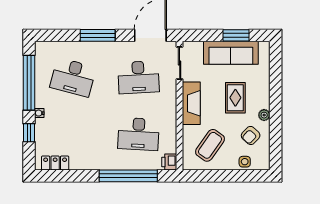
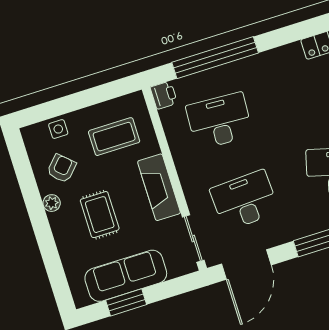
coffee table: (210, 145) -> (114, 137), turned 55

